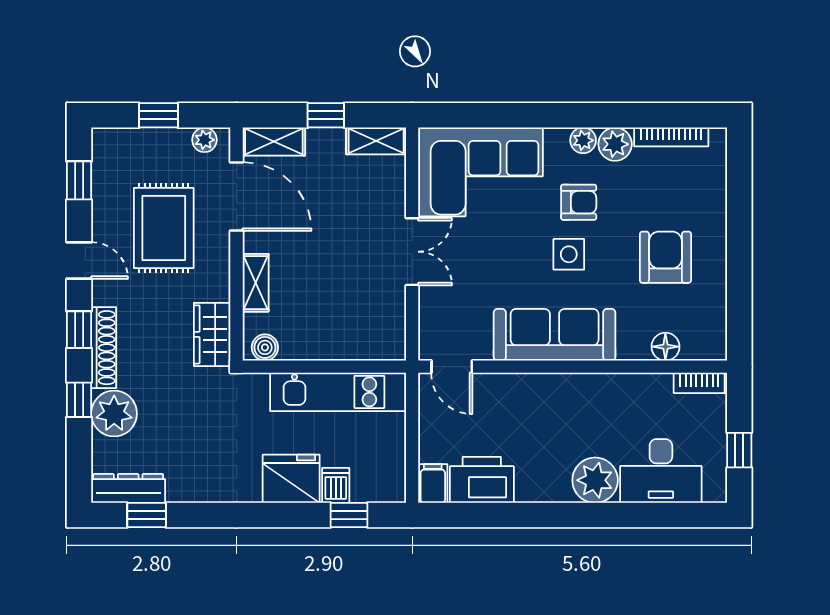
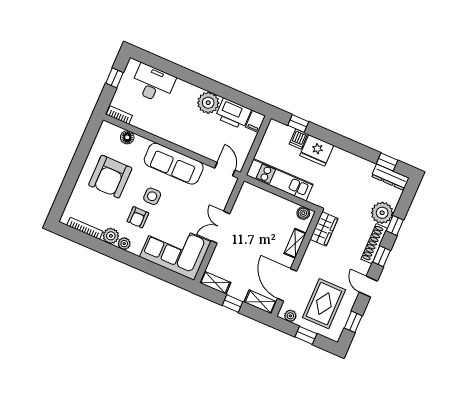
armchair: (579, 202) -> (138, 217), turned -90
rug: (164, 228) -> (324, 304), moved
armchair: (665, 257) -> (110, 177), width x1.36, depth x1.36
plant: (595, 480) -> (208, 103), moved

